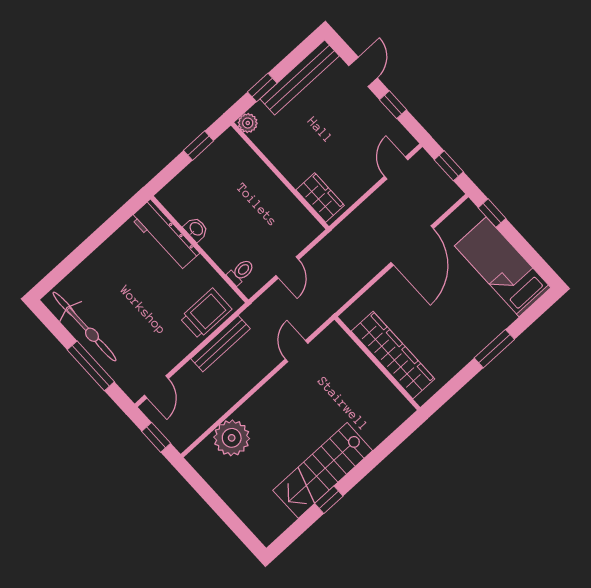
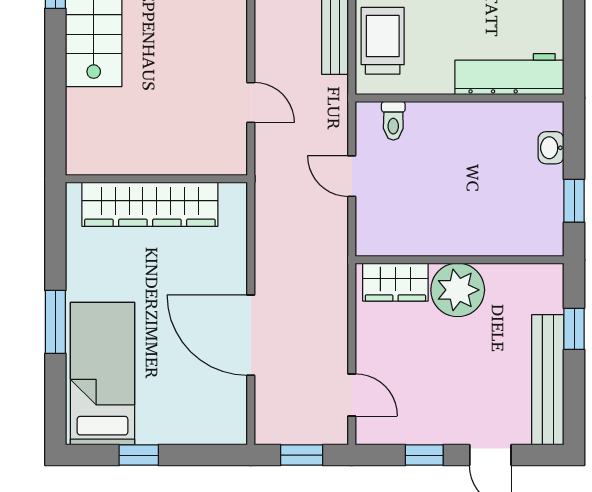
plant: (248, 123) -> (458, 290), moved, width x1.88, depth x1.88
window: (492, 213) -> (139, 455), moved
washbasin: (196, 229) -> (551, 148), moved, turned 90
bed: (503, 267) -> (103, 374), moved, turned -90
trolley: (206, 314) -> (383, 41), turned 180

